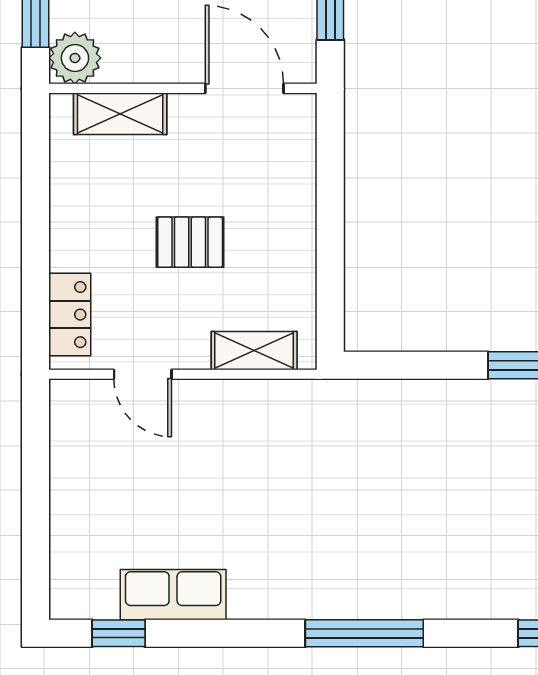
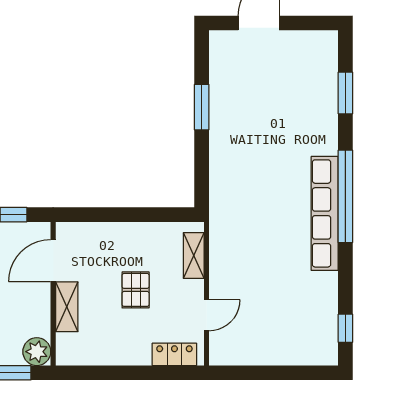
shelving: (120, 114) -> (67, 307), moved
row of seats: (173, 595) -> (325, 213), moved, width x2.02
window: (364, 633) -> (345, 196), width x1.46

